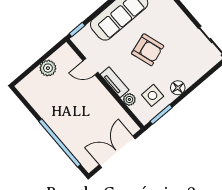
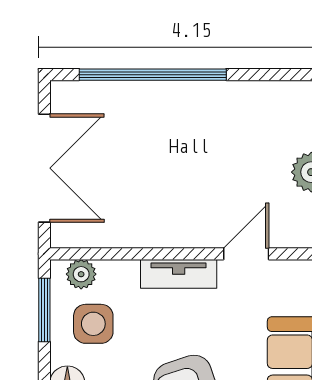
plant: (129, 99) -> (81, 274), moved

